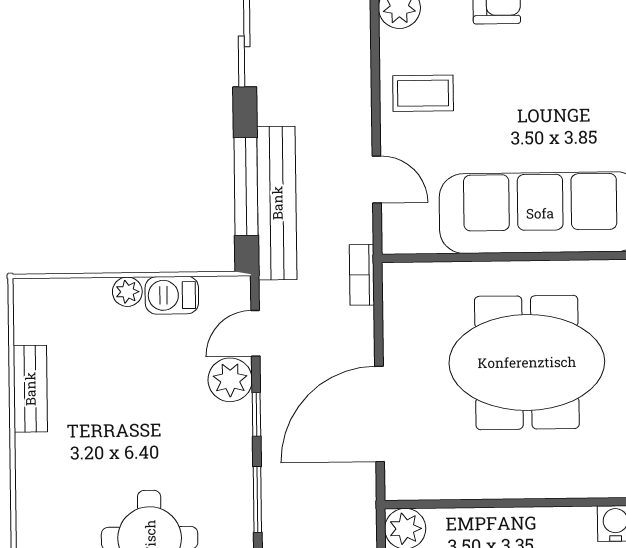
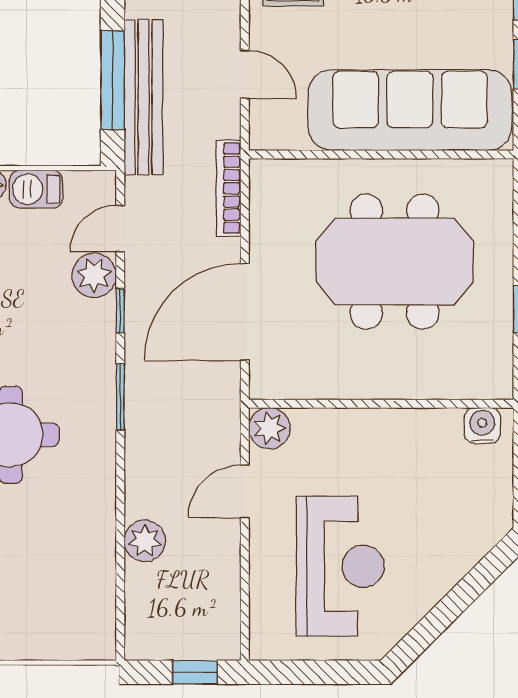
bookcase: (362, 275) -> (229, 188), width x1.56

